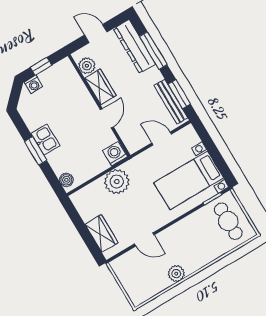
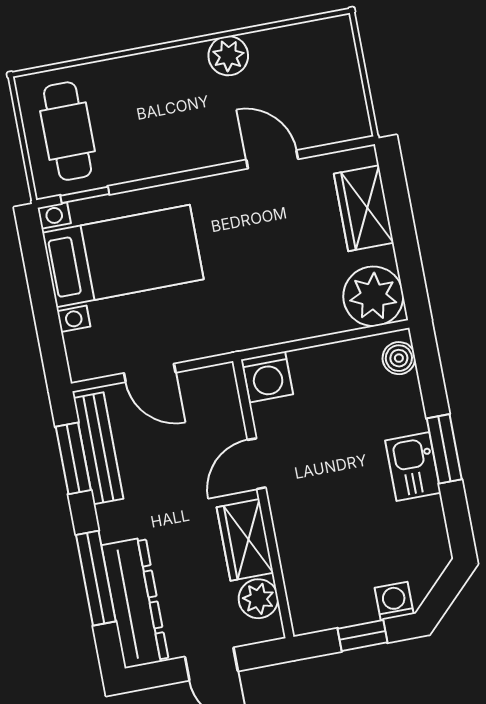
plant: (117, 182) -> (373, 296), moved

